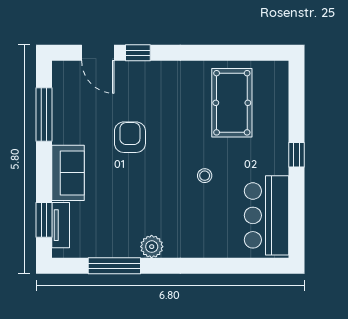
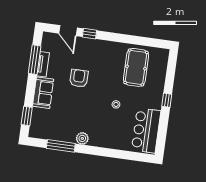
tv unit: (61, 225) -> (43, 64), moved

